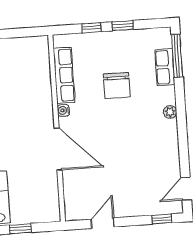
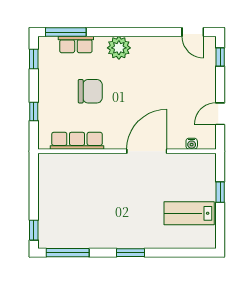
window: (123, 26) -> (34, 59), moved
water cooler: (63, 110) -> (192, 144), moved
plant: (170, 112) -> (119, 48), width x1.88, depth x1.88
door: (103, 223) -> (220, 114), hinge flipped

